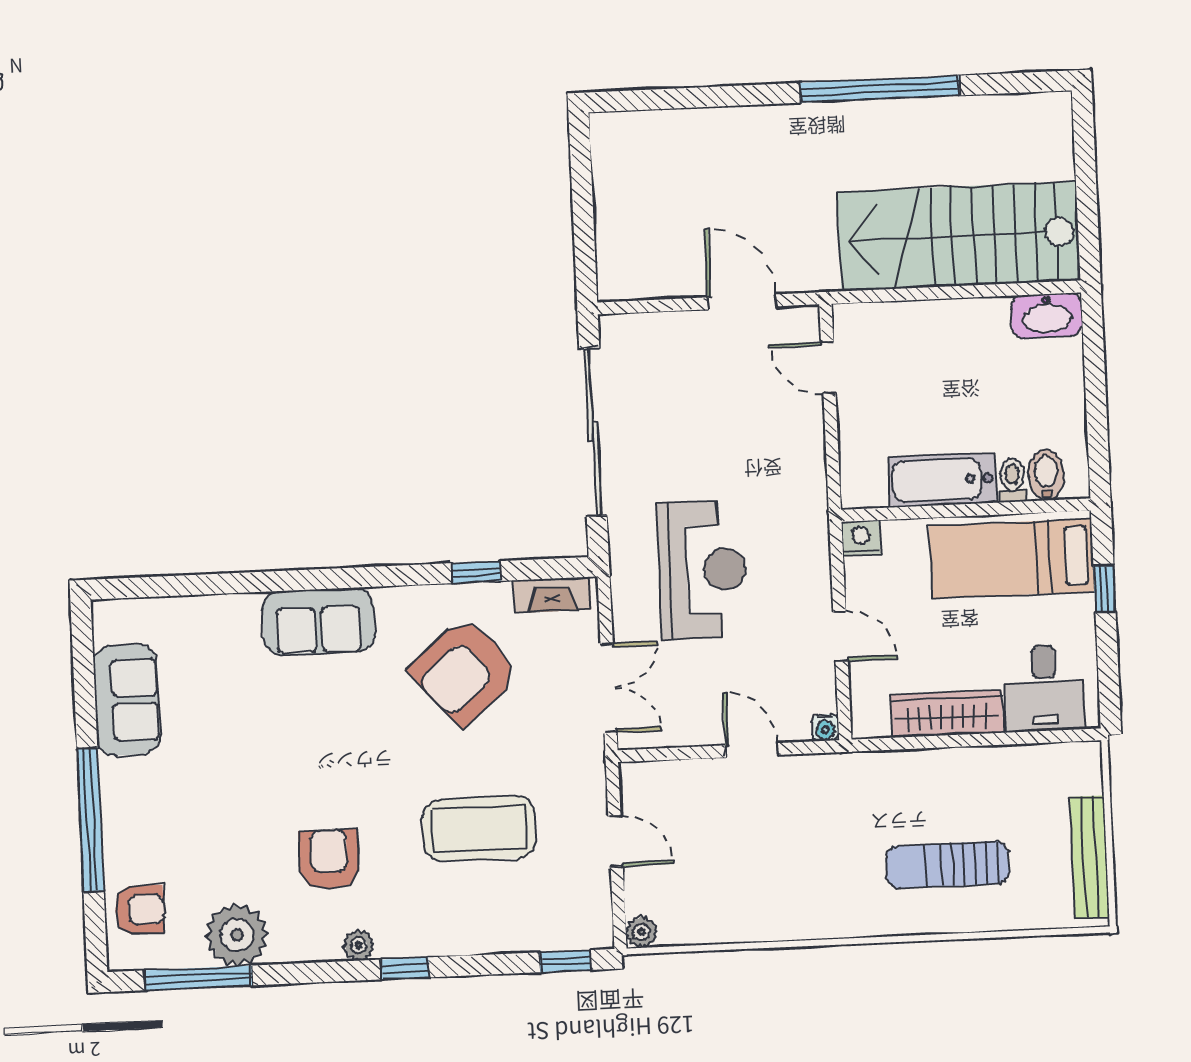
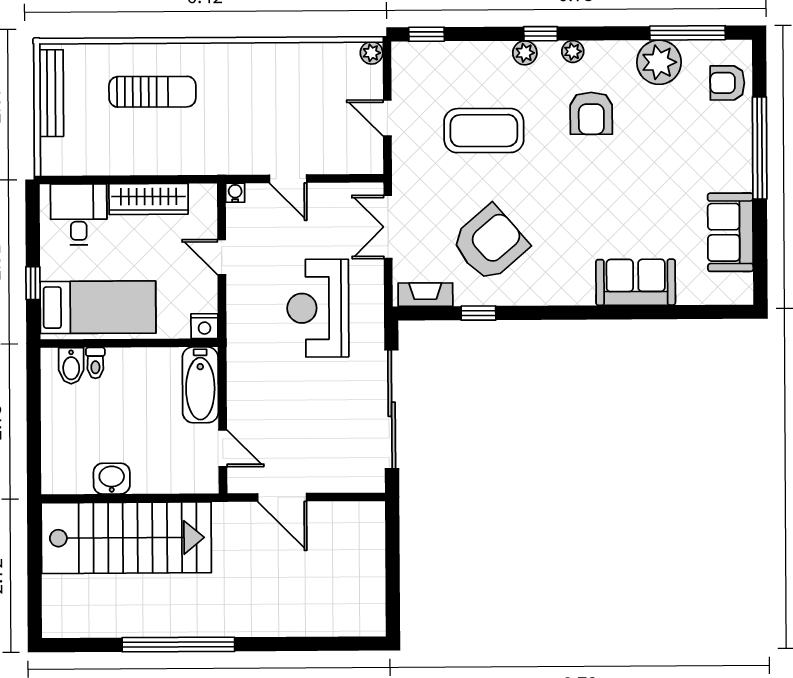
washbasin: (1047, 316) -> (112, 479), moved, width x0.72
bathtub: (942, 480) -> (200, 385), moved, turned 90
sofa: (319, 621) -> (636, 282), moved
plant: (426, 941) -> (525, 53), added

